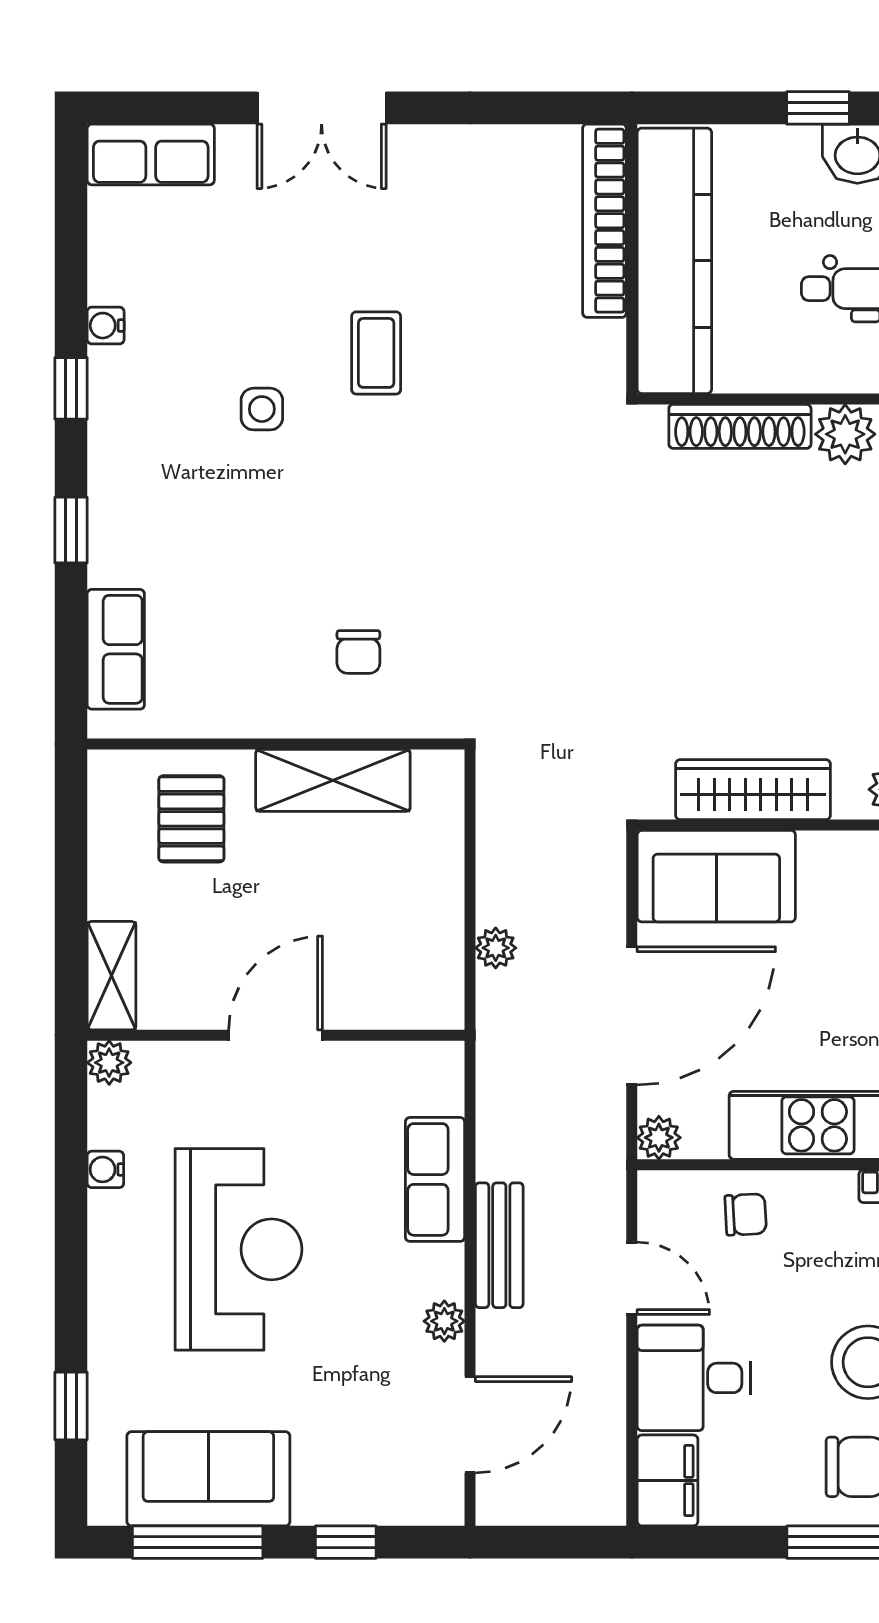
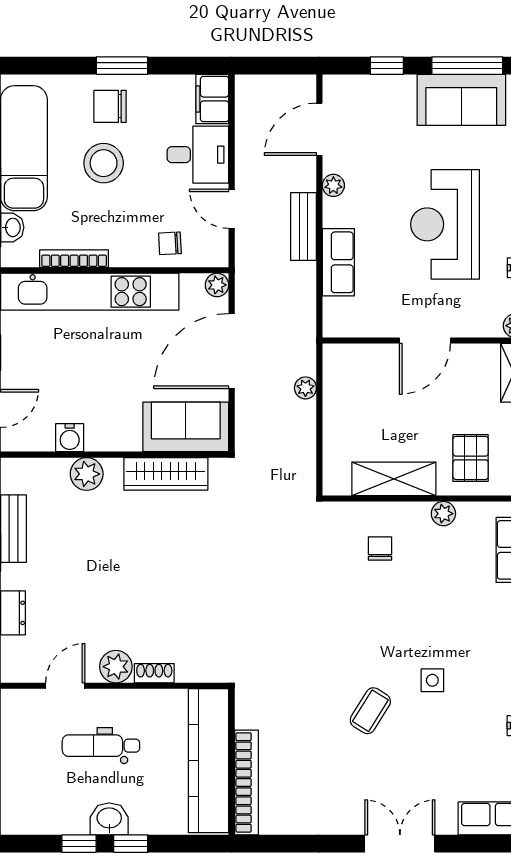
coffee table: (376, 353) -> (370, 711), turned 32
shoe rack: (740, 426) -> (154, 673), width x0.51, depth x0.81
plant: (241, 716) -> (443, 514), added

